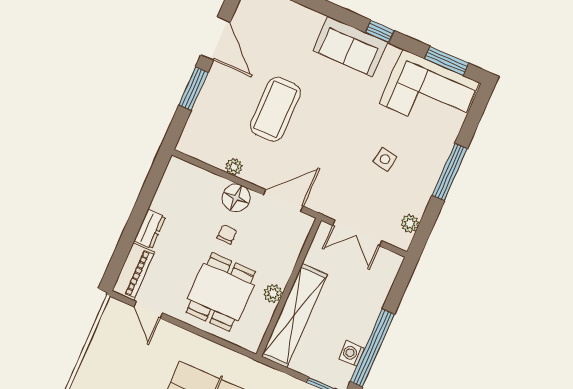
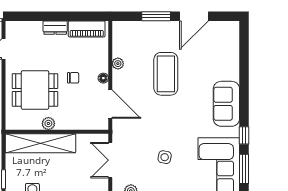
window: (380, 32) -> (244, 135), moved
coffee table: (275, 109) -> (166, 74), turned 90
floor lamp: (236, 198) -> (103, 78), width x0.53, depth x0.53
piano: (133, 272) -> (87, 29), moved

